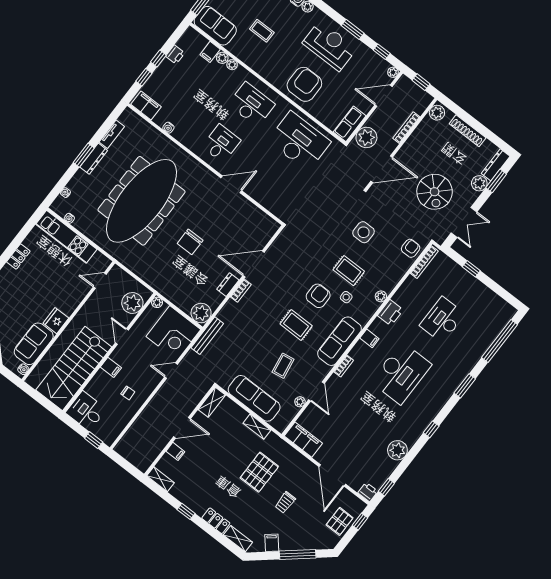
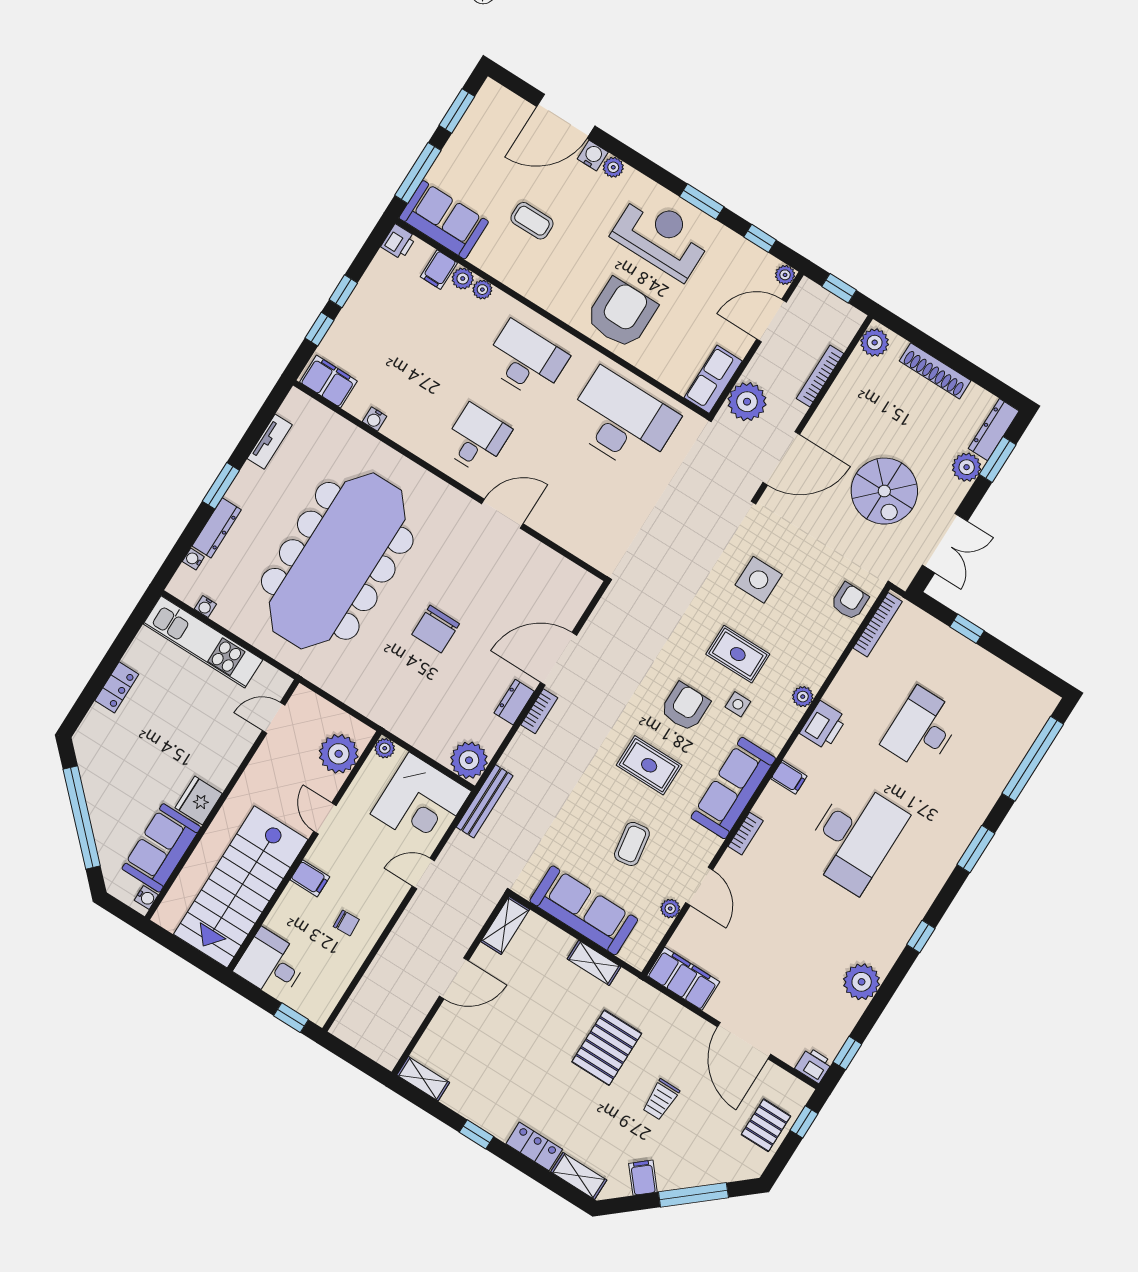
printer: (175, 55) -> (399, 242), moved
dresser: (94, 159) -> (217, 528), moved
filing cabinet: (175, 451) -> (446, 1024), removed

